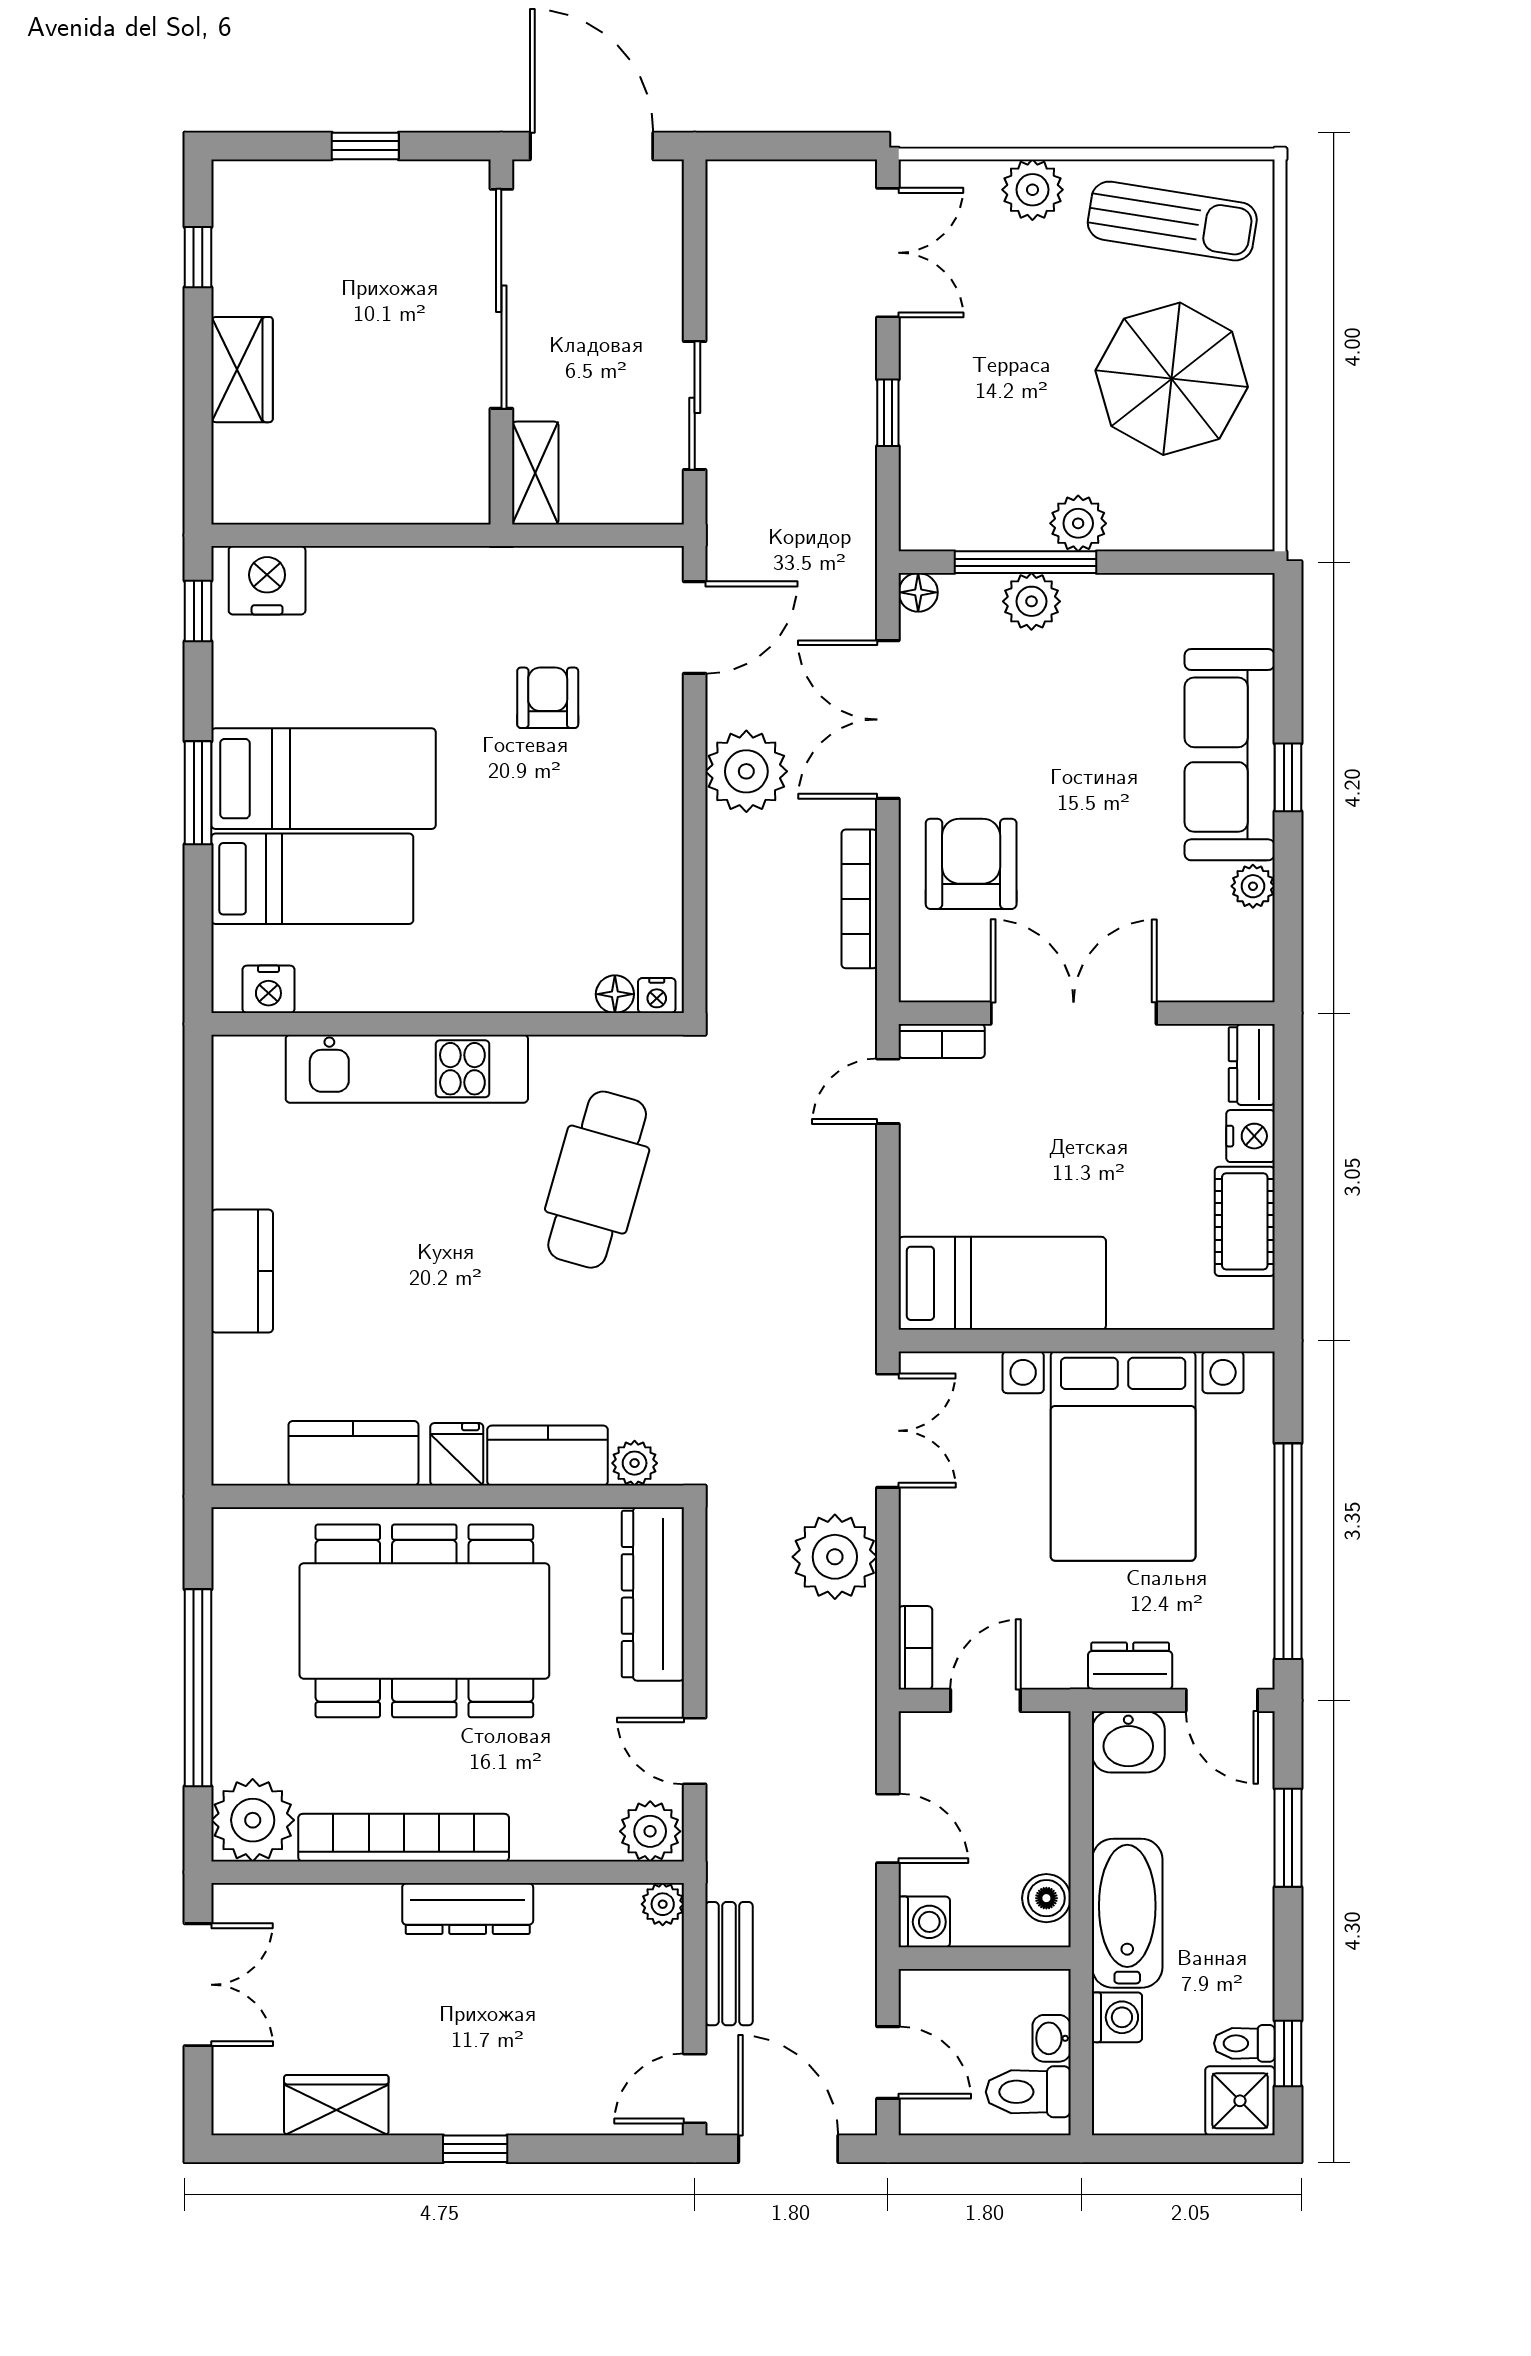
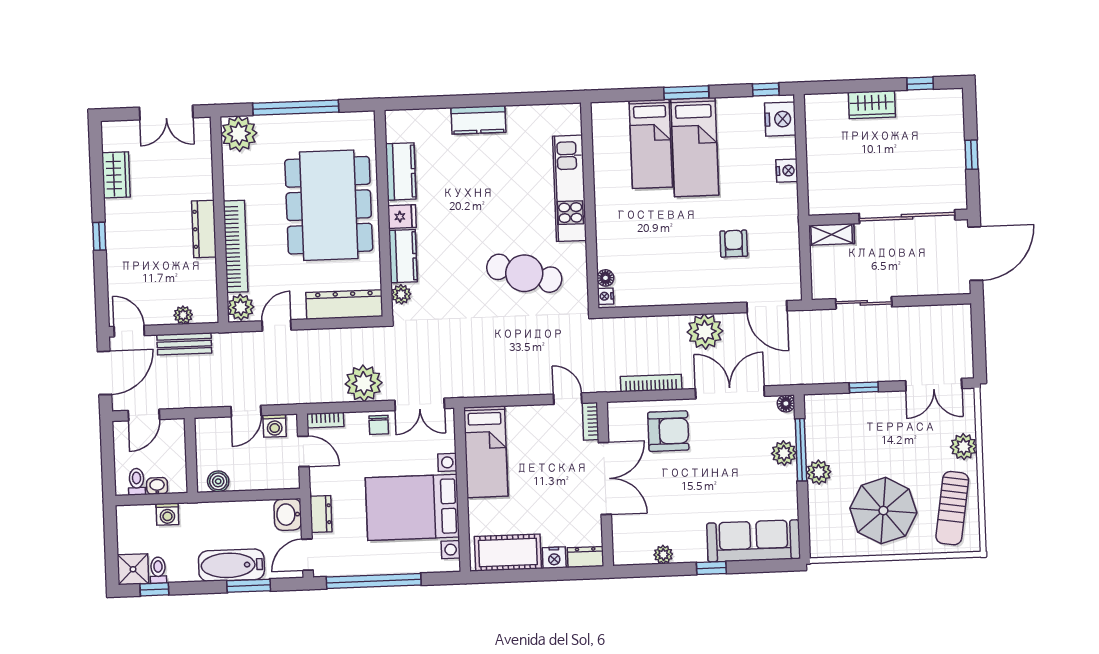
armchair: (548, 698) -> (734, 244), turned -90
sofa: (1230, 755) -> (754, 541), moved
nightstand: (268, 989) -> (787, 171), moved, turned 180
cot: (1245, 1221) -> (508, 553), width x1.37, depth x1.34
chair: (931, 1526) -> (379, 425), added
bookcase: (404, 1838) -> (236, 246), moved
plant: (663, 1904) -> (183, 315), moved
bathtub: (1127, 1913) -> (231, 565), moved, turned 180
washing machine: (924, 1922) -> (275, 426), moved
toilet: (1028, 2092) -> (137, 482), width x0.73, depth x0.72

